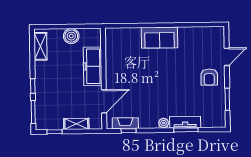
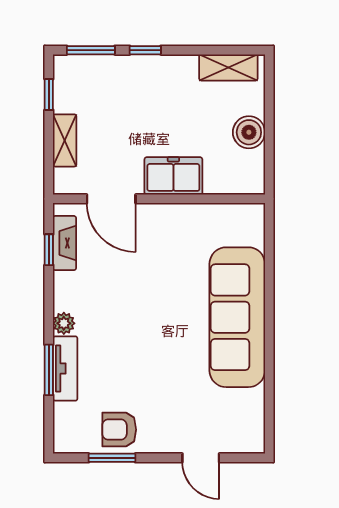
sofa: (159, 38) -> (237, 317), width x1.85, depth x1.27
freezer: (92, 66) -> (173, 176), width x0.71
armchair: (209, 77) -> (119, 430), moved

